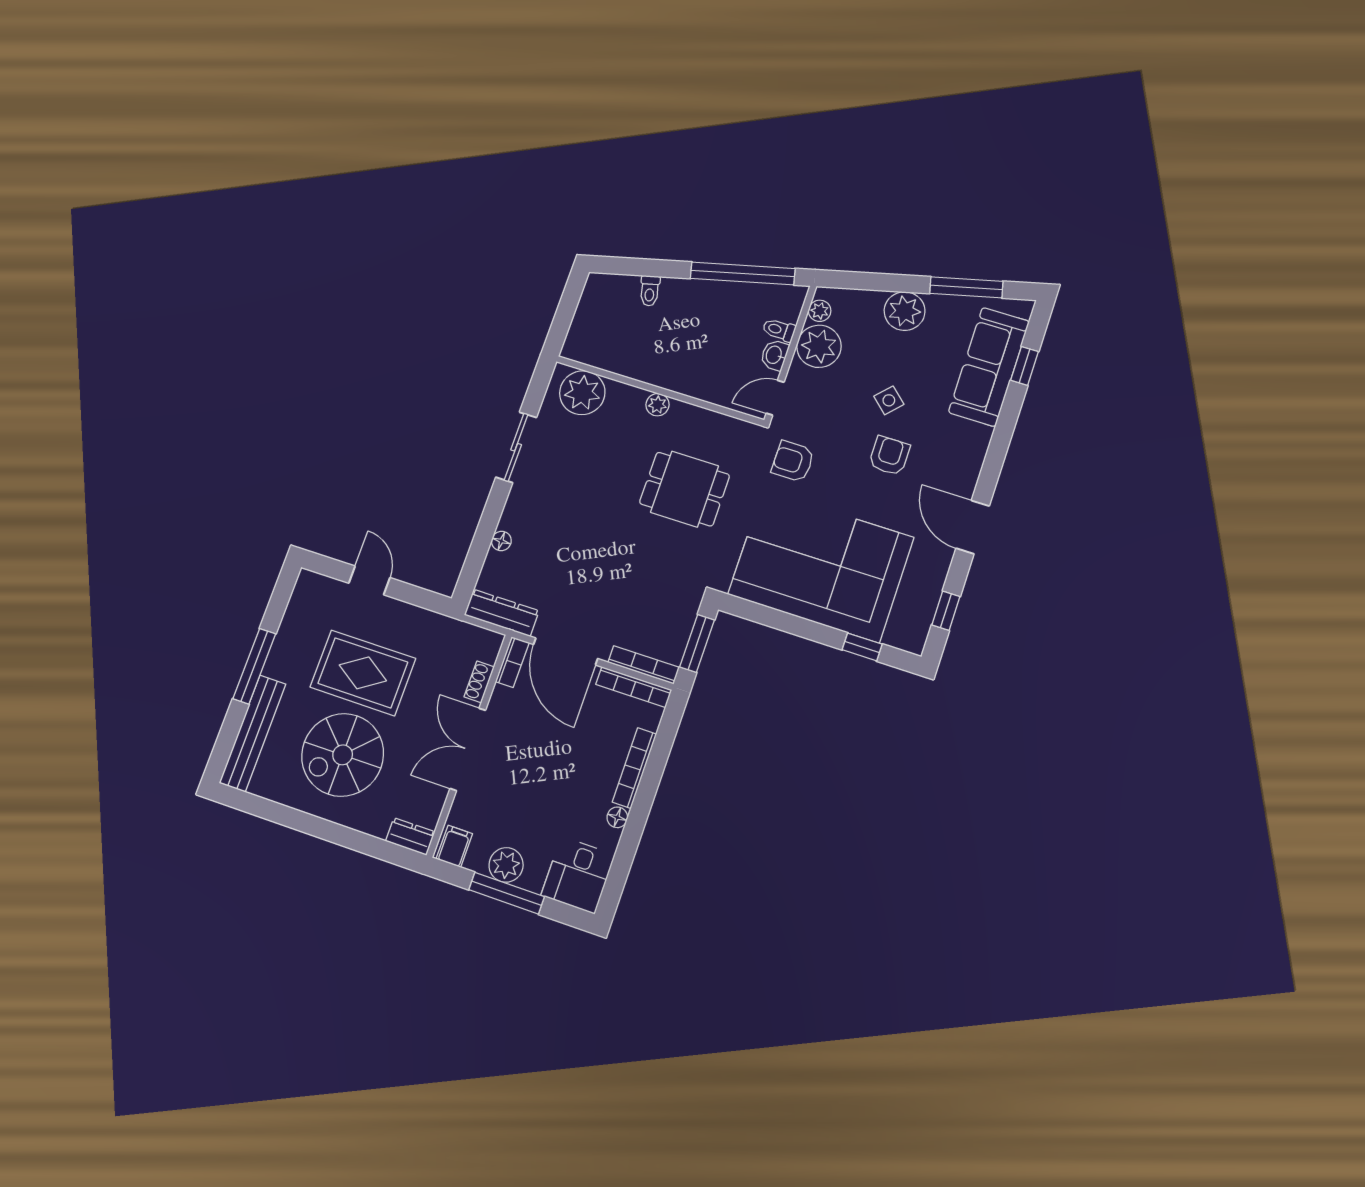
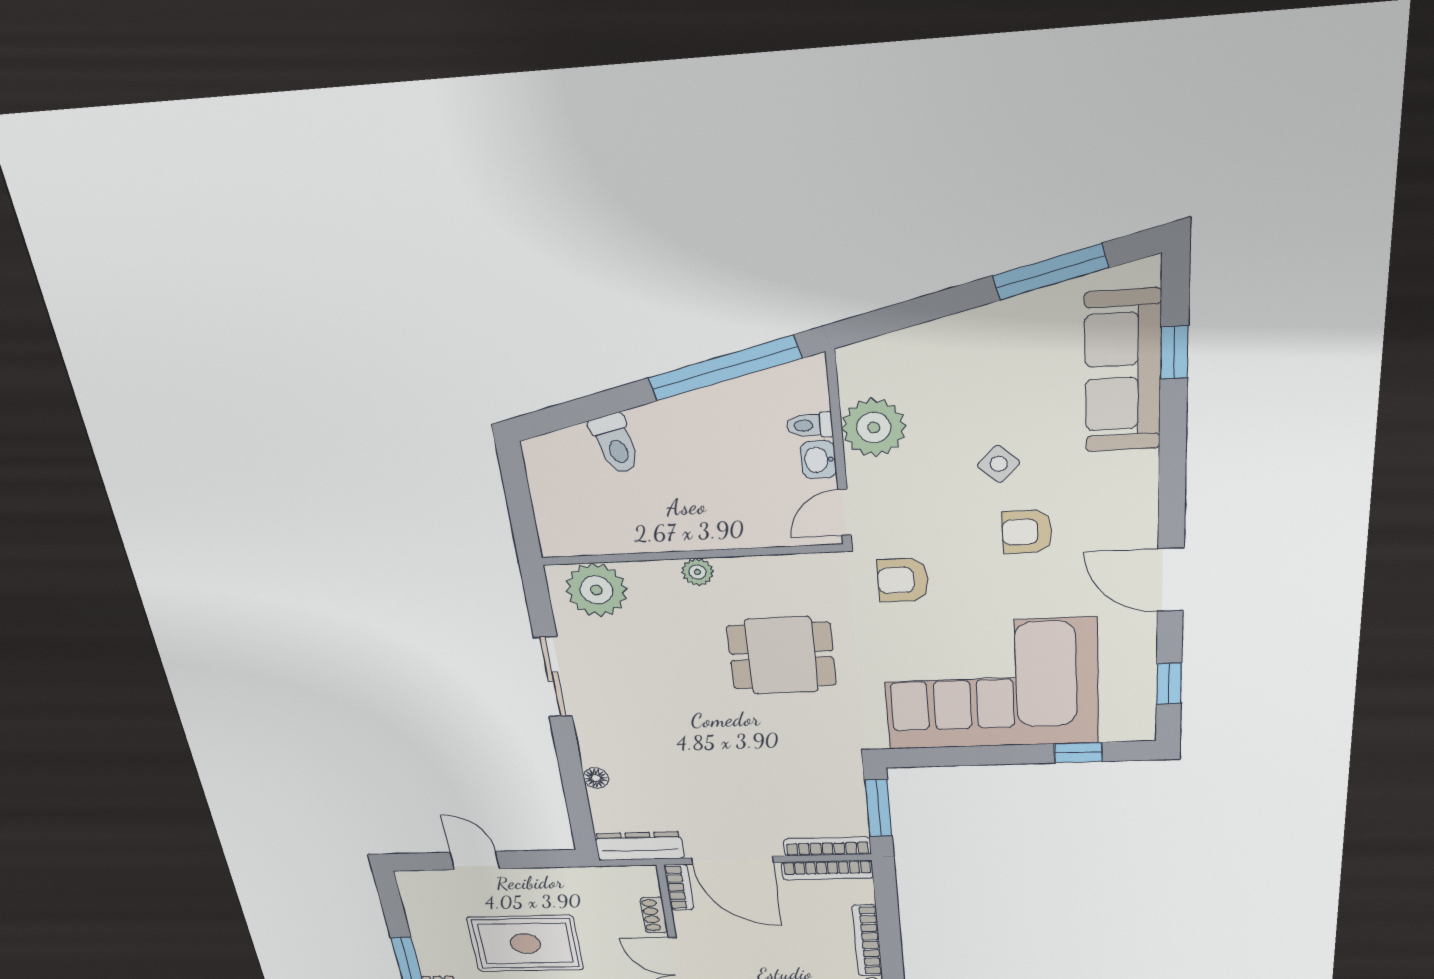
toilet: (650, 291) -> (615, 444), width x1.37, depth x1.39
plant: (820, 311) -> (854, 380), removed
plant: (905, 311) -> (973, 338), removed
armchair: (889, 456) -> (1027, 532), turned -90

